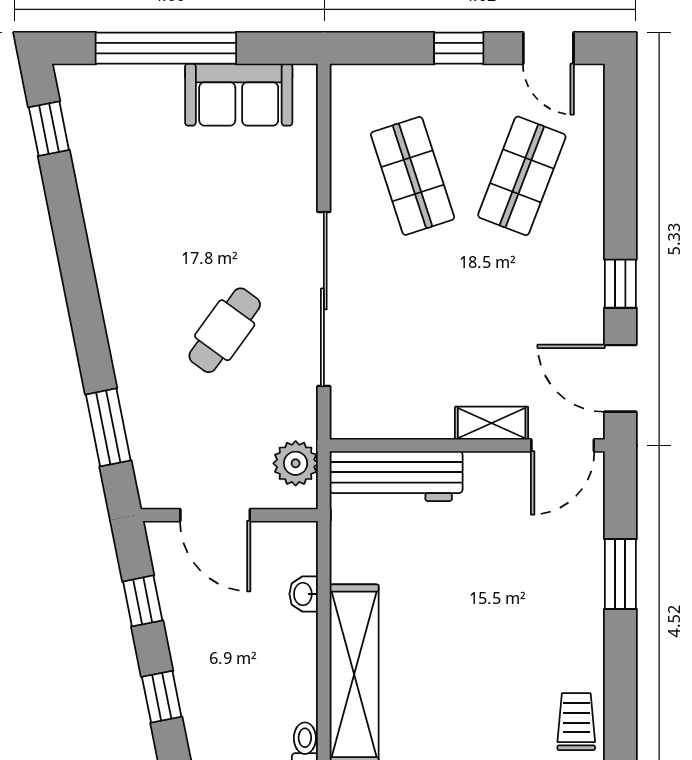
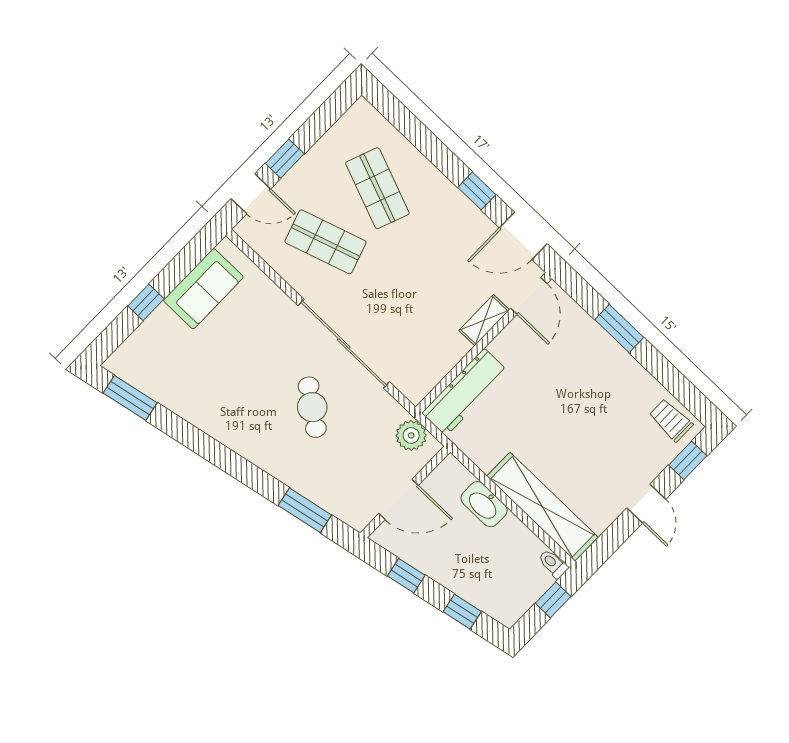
window: (166, 48) -> (146, 302), width x0.32
door: (548, 48) -> (251, 194), moved
window: (49, 129) -> (130, 398), width x1.50
washbasin: (304, 594) -> (484, 504), width x1.91, depth x1.45

